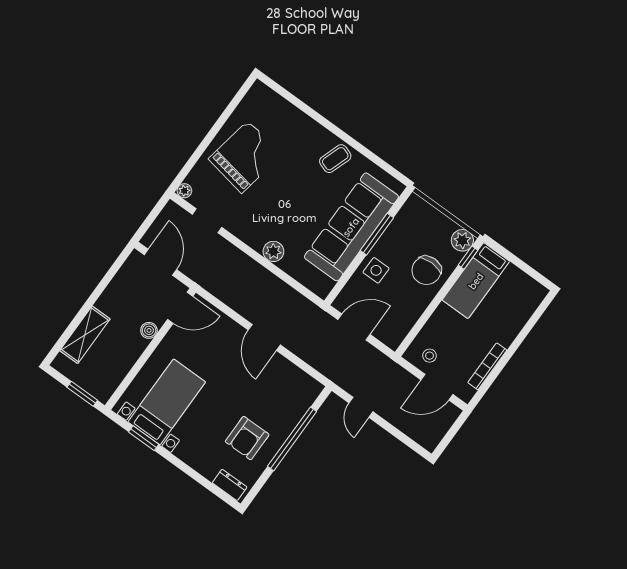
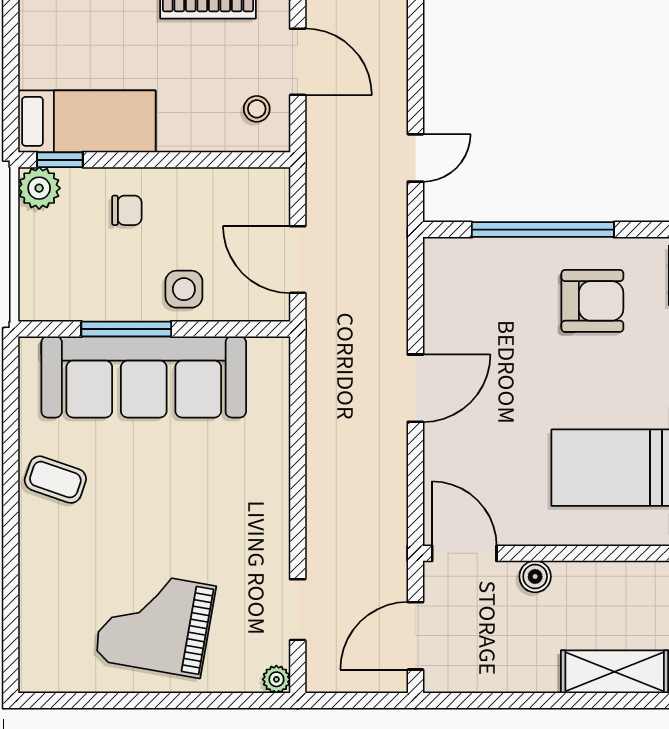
plant: (273, 251) -> (271, 471), removed
chair: (426, 270) -> (127, 210), width x0.54, depth x0.54

